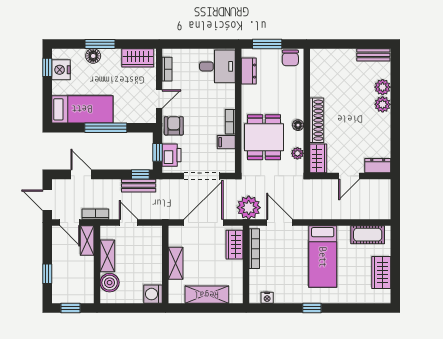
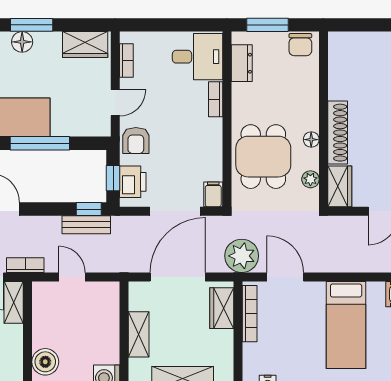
bookcase: (230, 122) -> (216, 99), moved
armchair: (174, 126) -> (136, 141), turned 180
filing cabinet: (226, 142) -> (213, 194), moved, turned 90
shelving: (107, 256) -> (42, 324), removed

